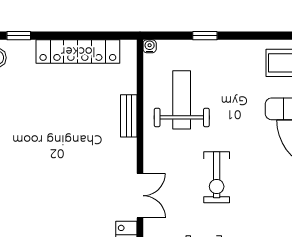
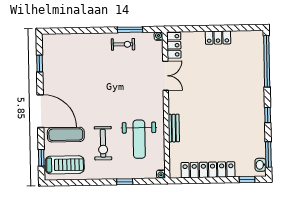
exercise bike: (217, 177) -> (103, 143), moved, turned 180
double door: (140, 196) -> (165, 76), swing flipped

